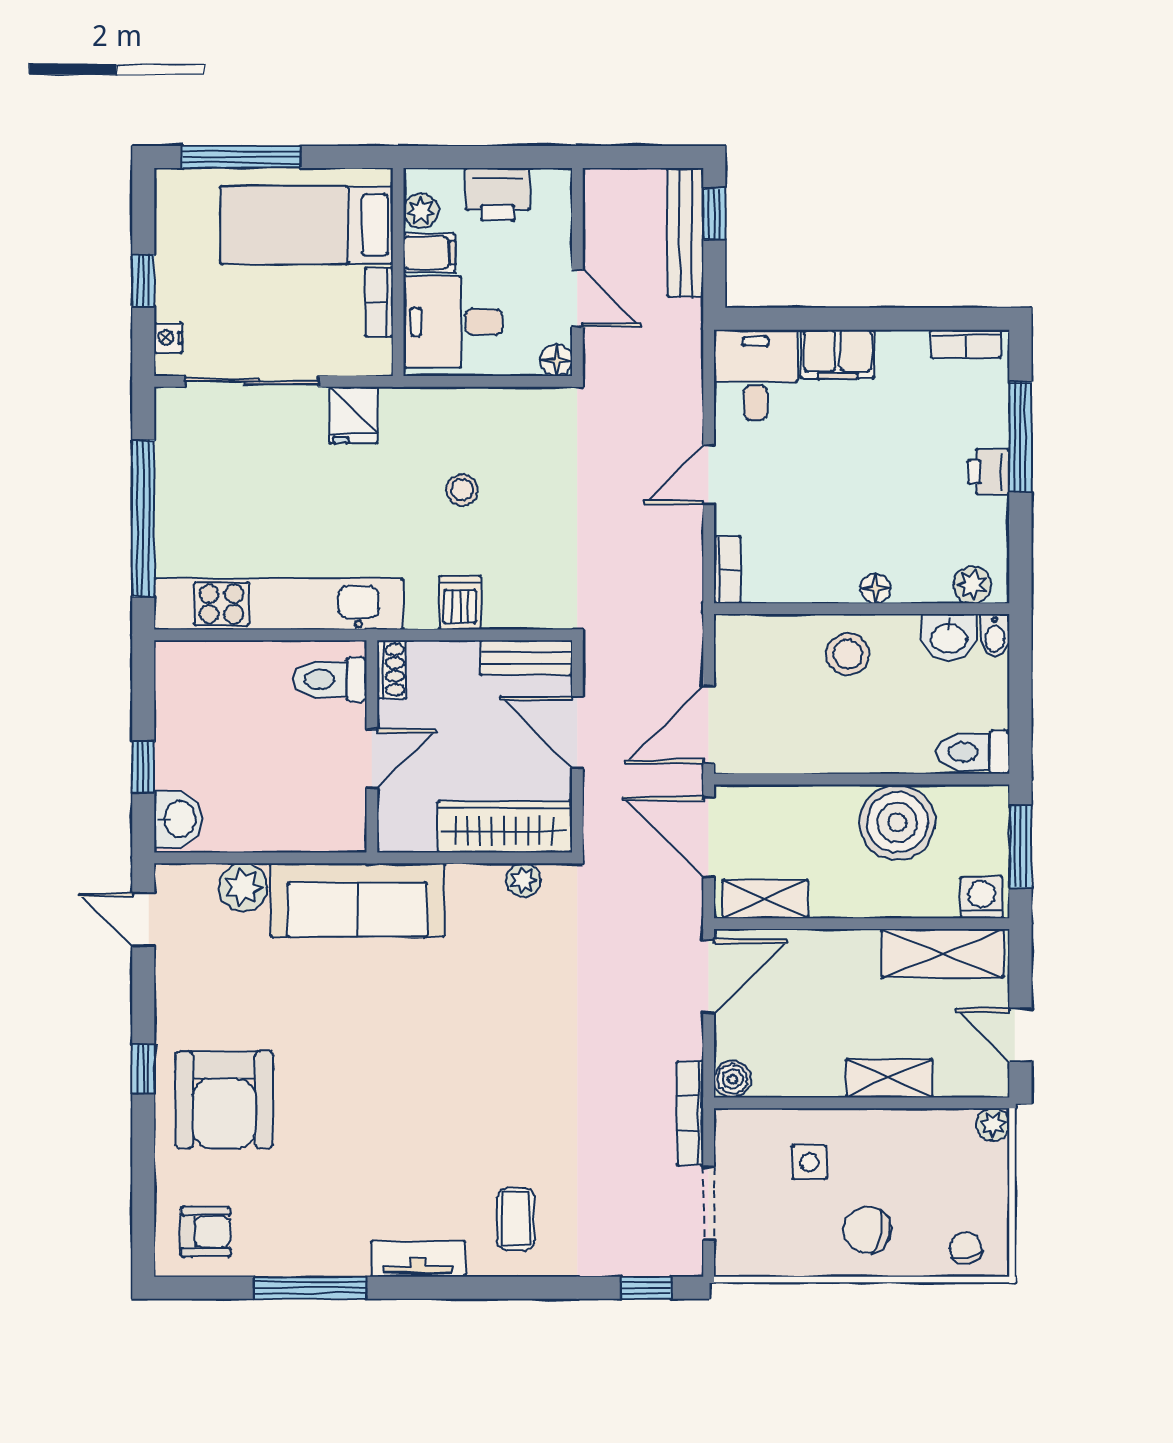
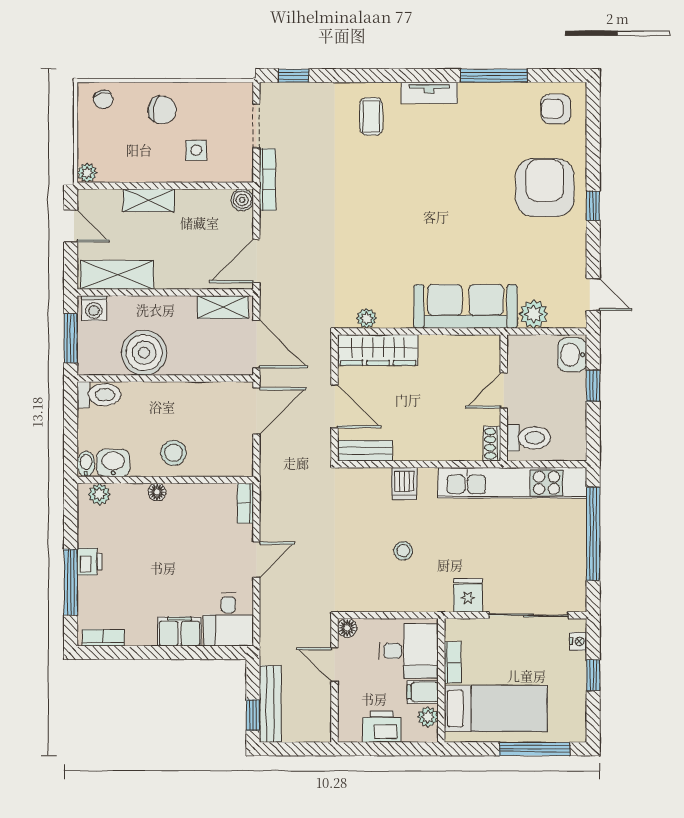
shoe rack: (391, 670) -> (492, 444), moved
toilet: (330, 679) -> (529, 438), moved
wall: (372, 746) -> (504, 398), moved
door: (372, 759) -> (504, 391), moved

